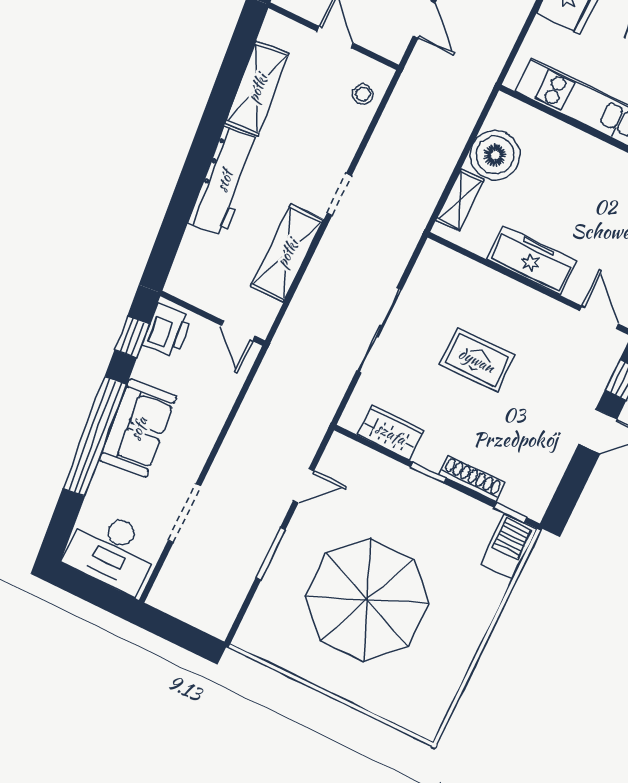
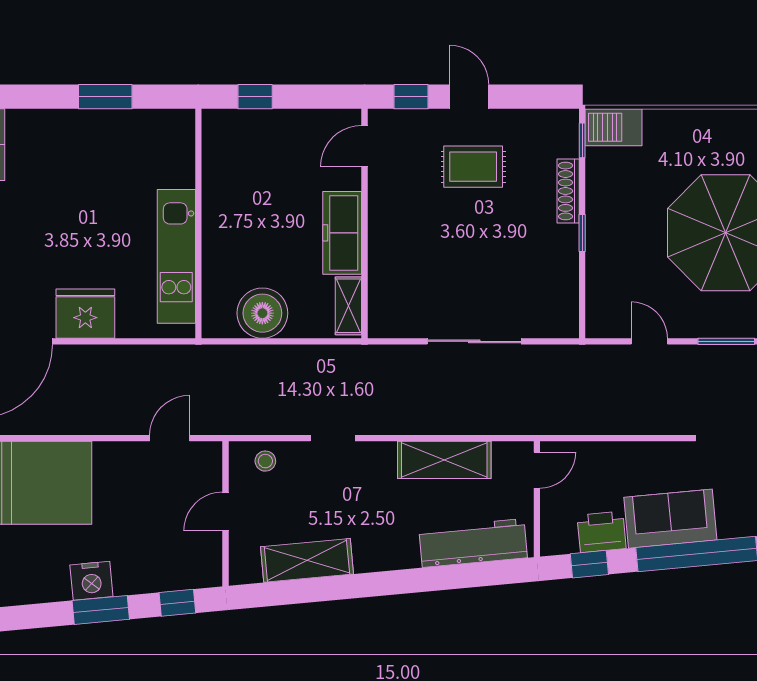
workbench: (224, 181) -> (473, 543), moved
doorway: (339, 194) -> (333, 438), moved
shelving: (460, 200) -> (348, 306), moved, turned 90
printer: (167, 330) -> (602, 532), moved
rug: (477, 360) -> (473, 167), moved, turned 90
wardrobe: (391, 433) -> (562, 285), removed

